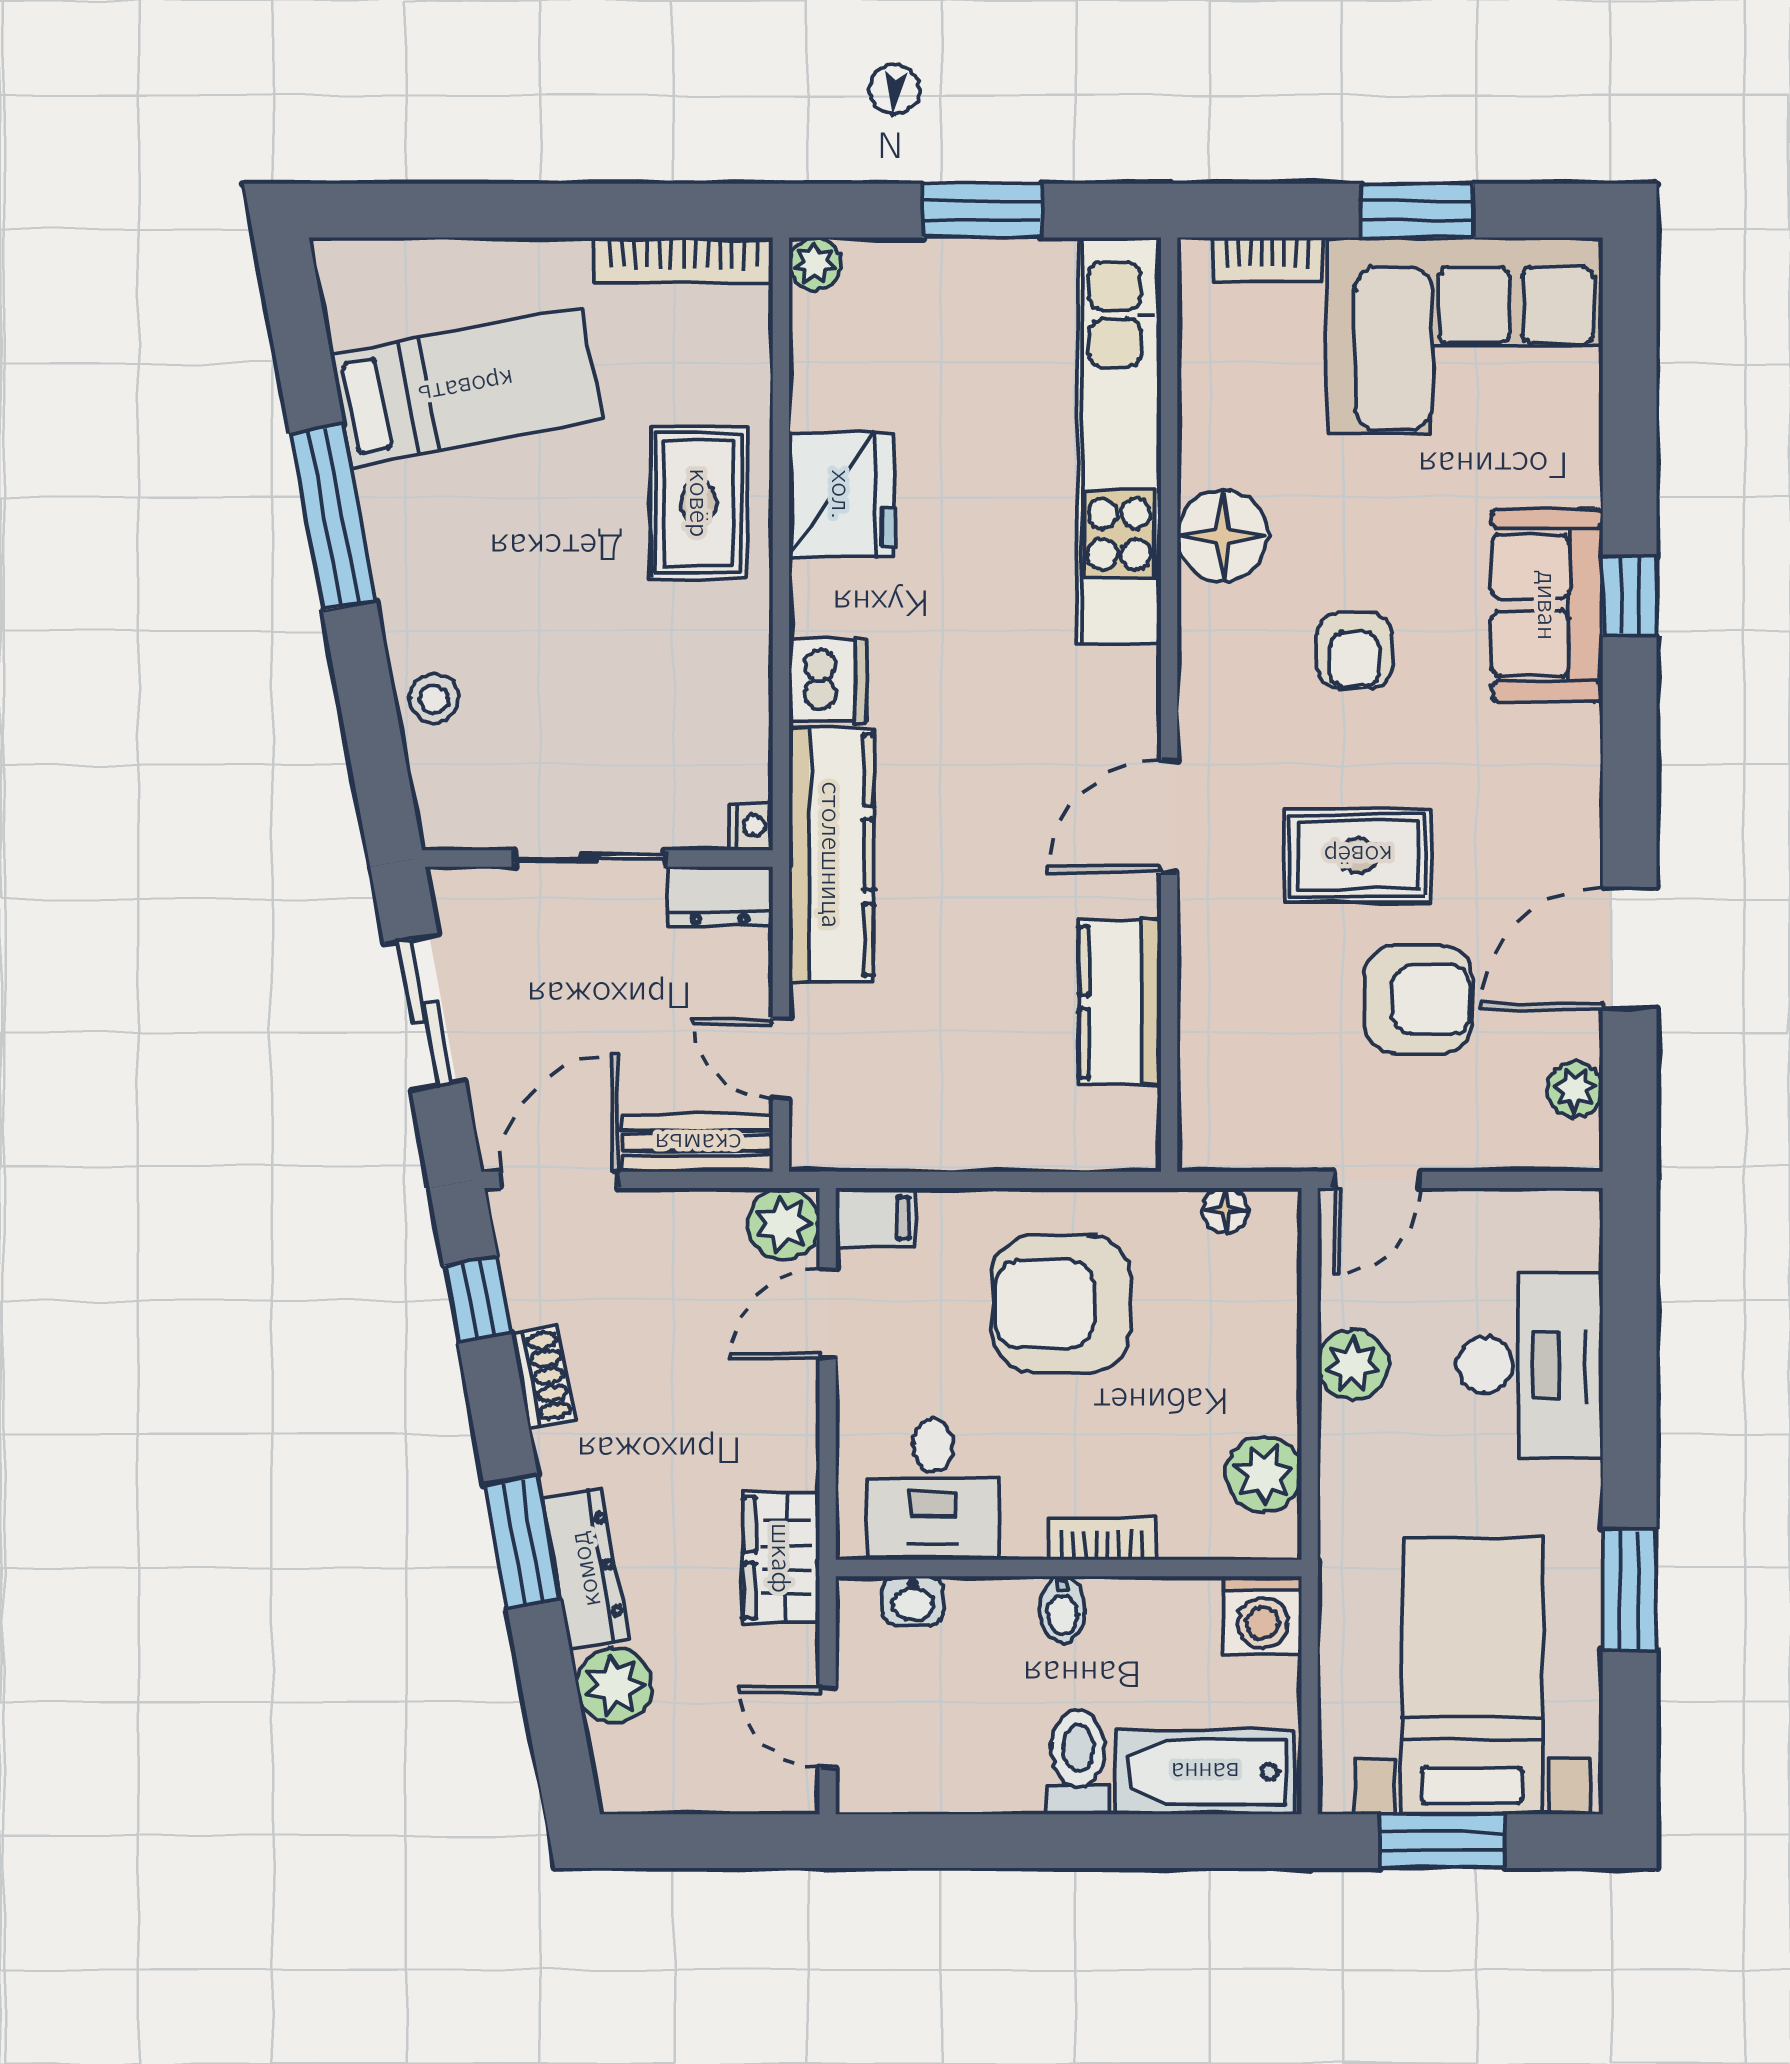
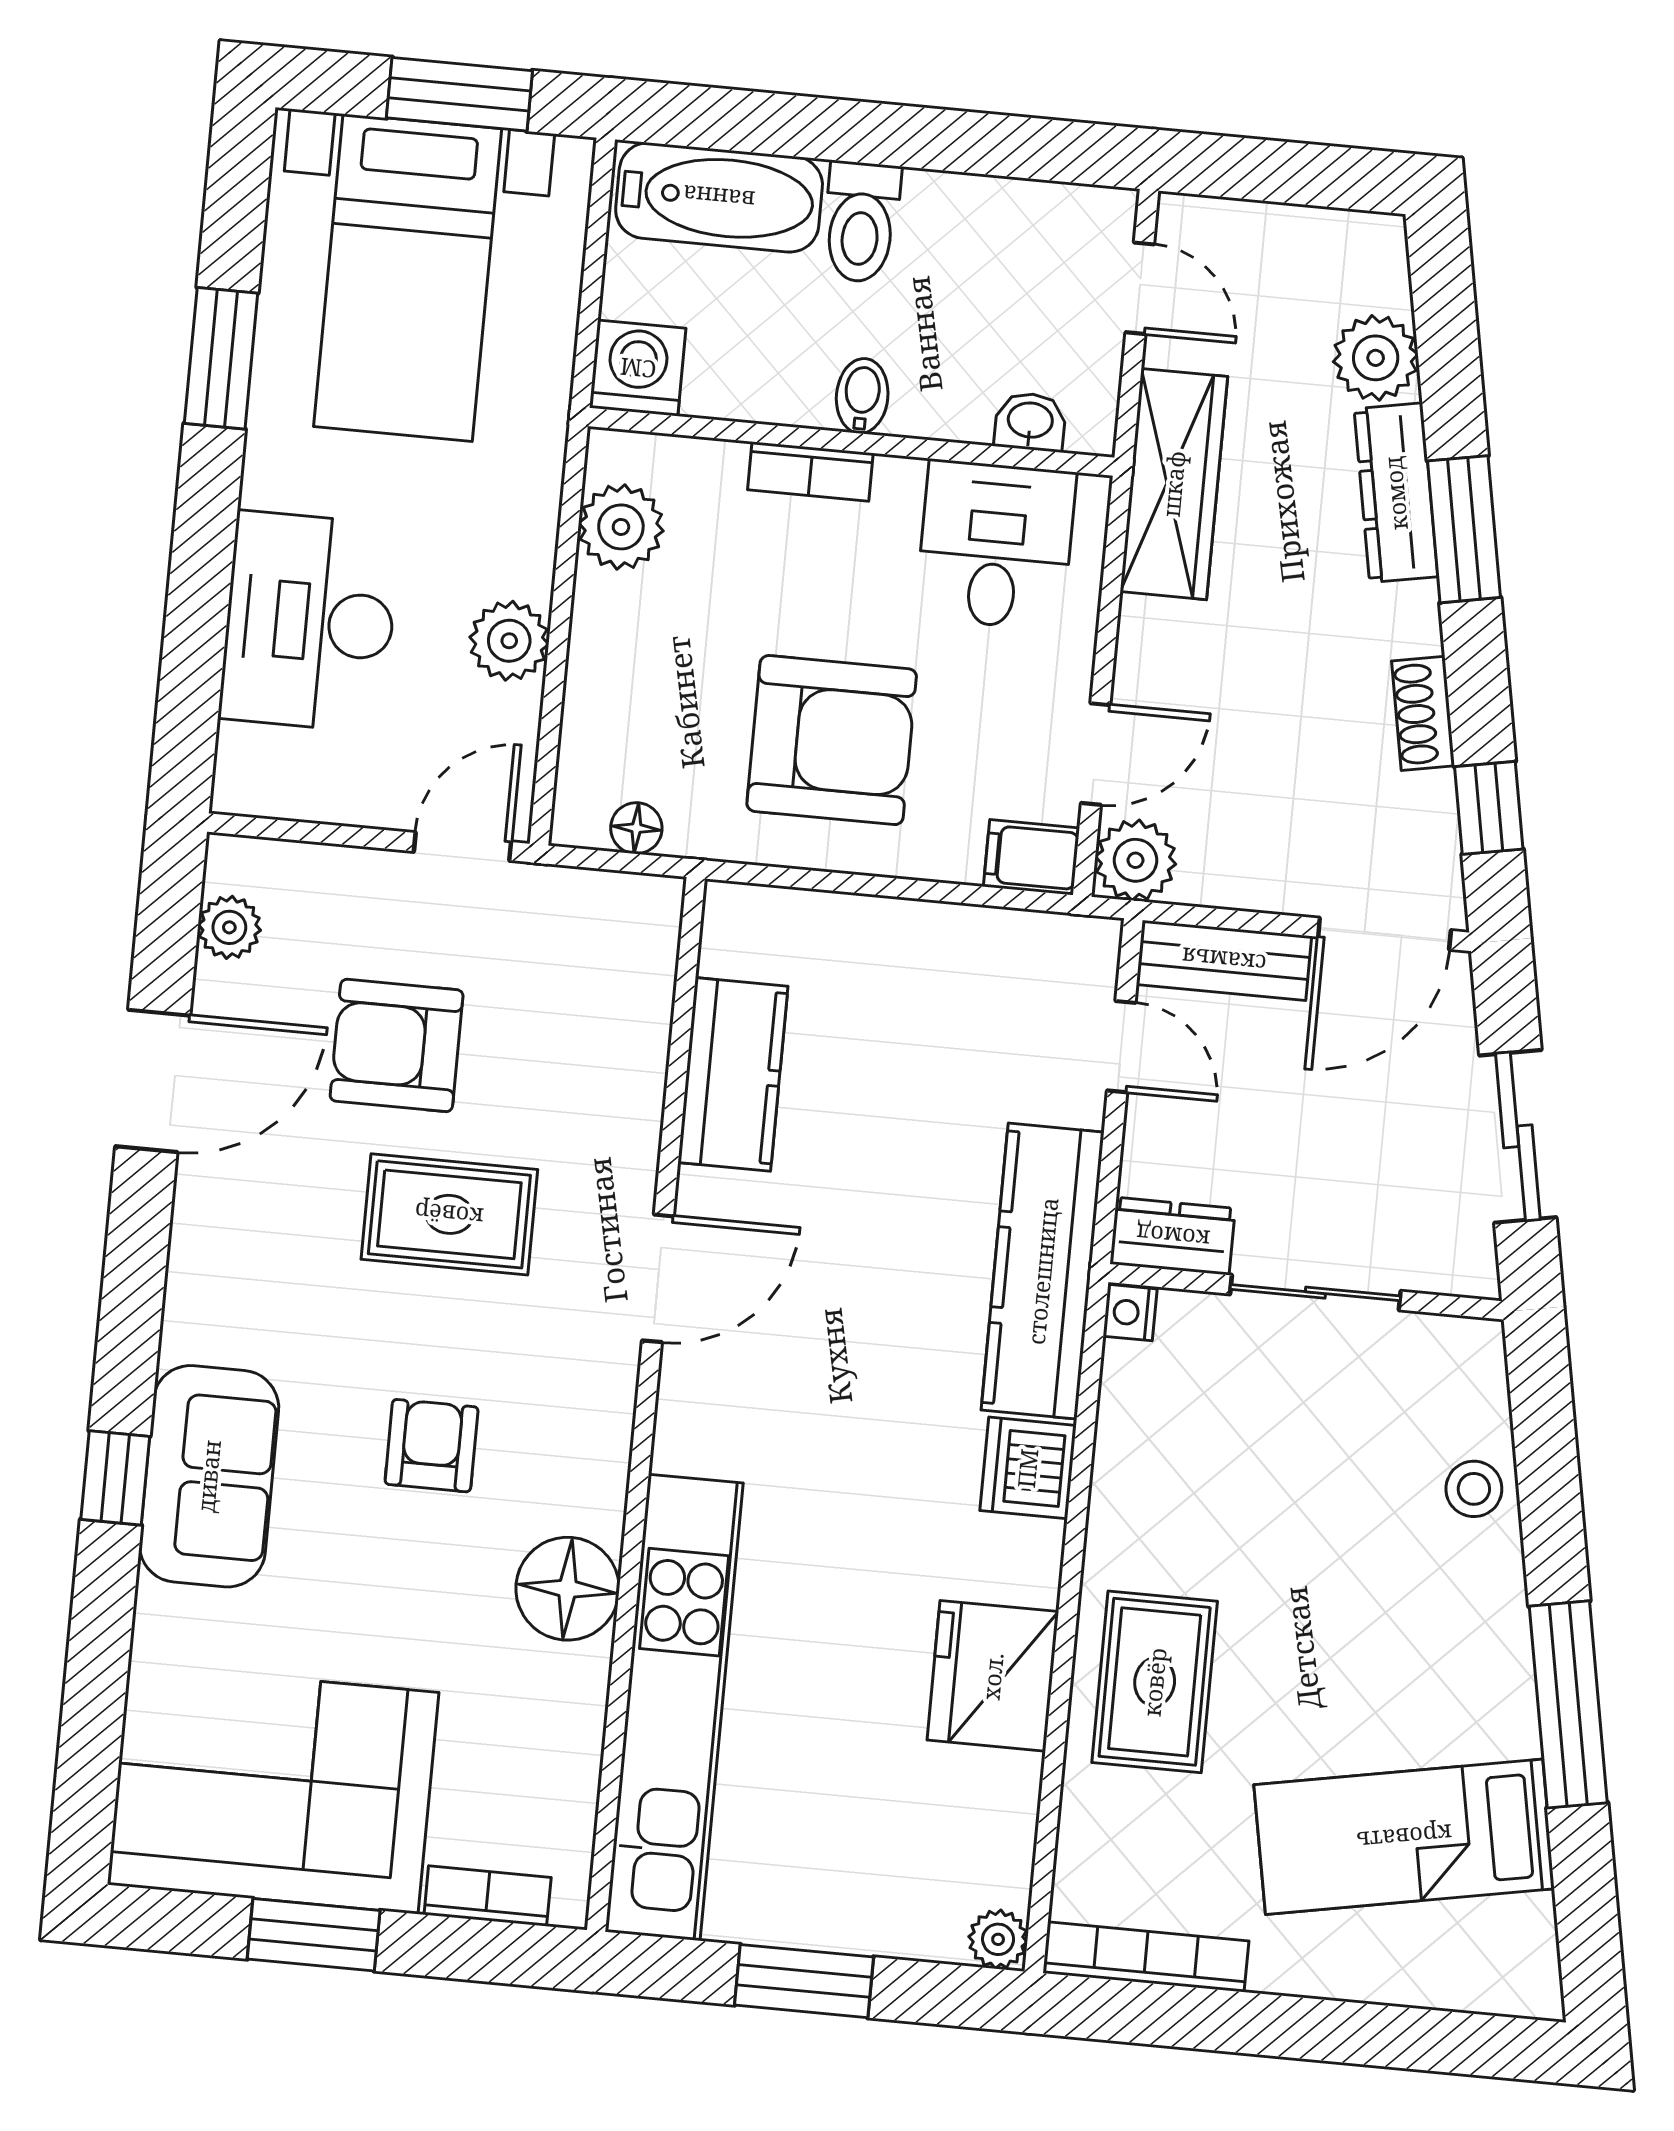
wardrobe: (781, 1558) -> (1174, 484), width x1.50

